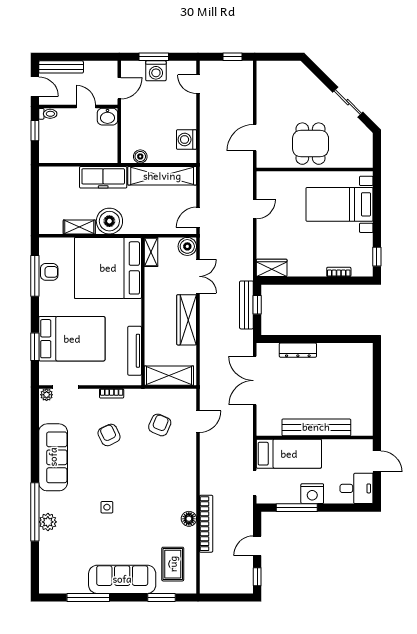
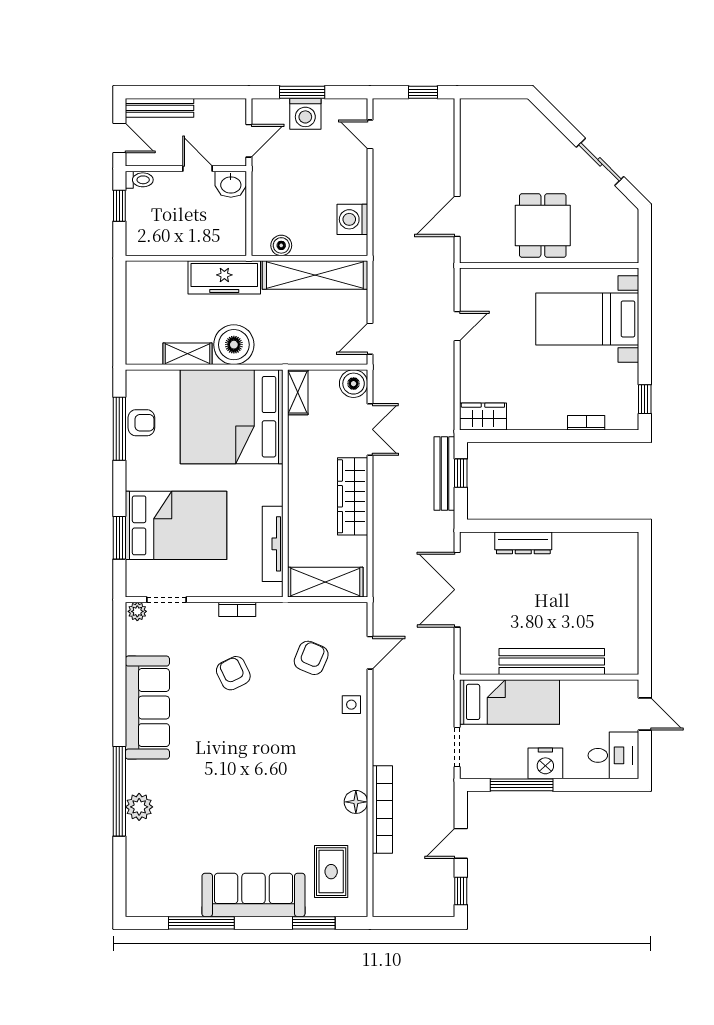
side table: (107, 507) -> (351, 705), moved

